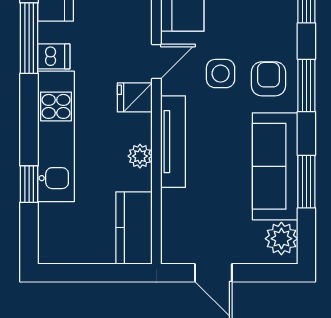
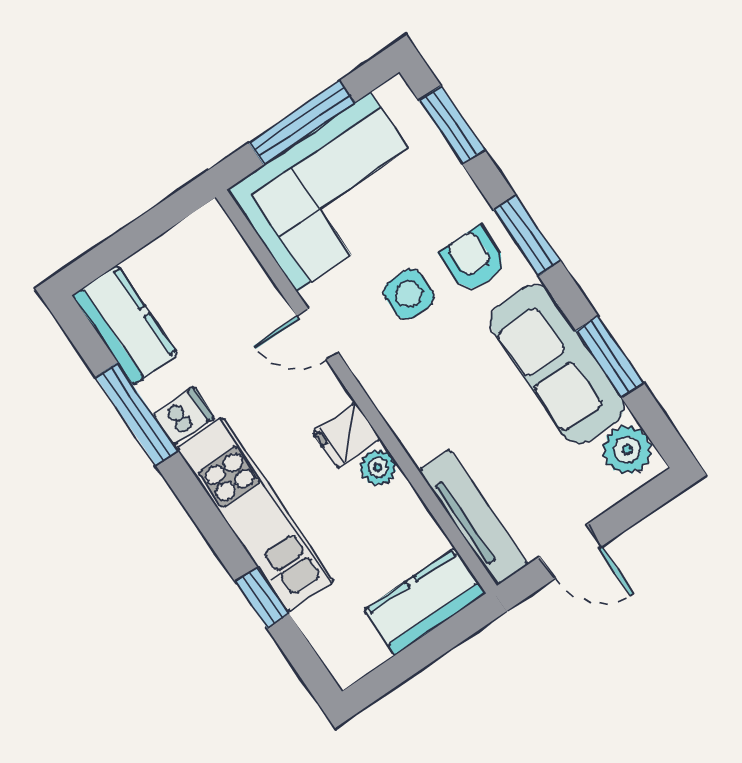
door: (156, 62) -> (317, 334), swing flipped
fridge: (135, 97) -> (346, 436), moved
tv unit: (173, 142) -> (473, 518), moved
kitchen counter: (134, 228) -> (425, 602), moved, turned 90

